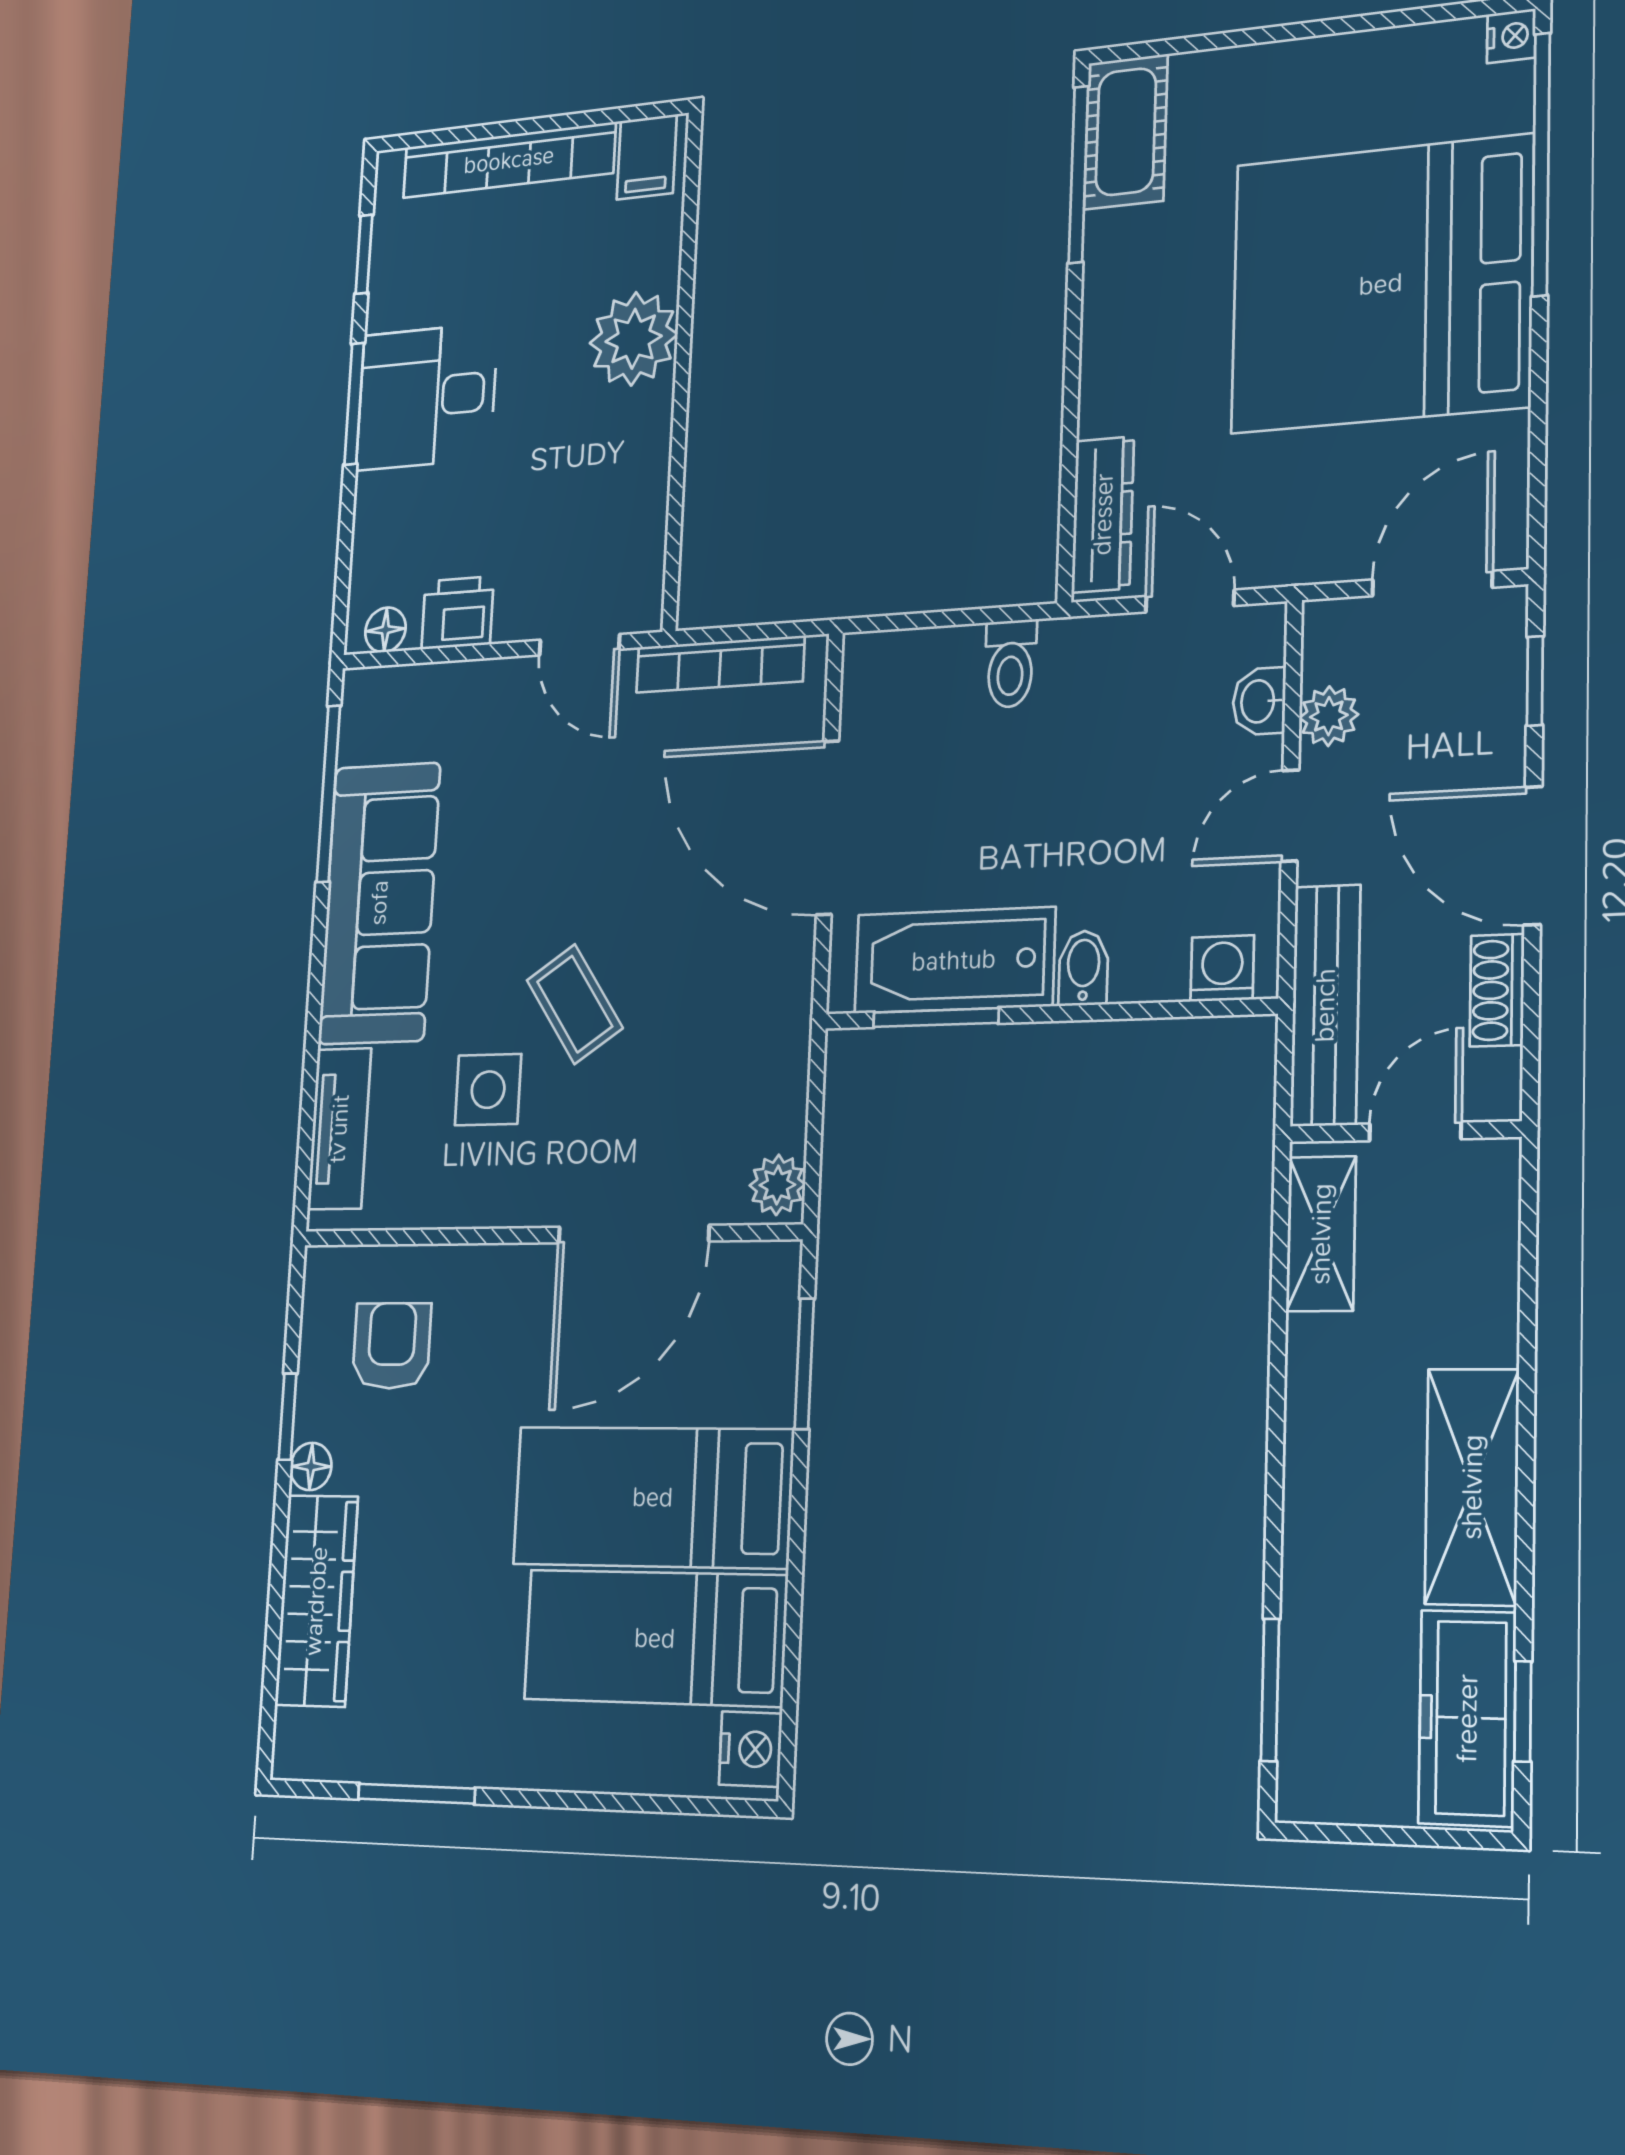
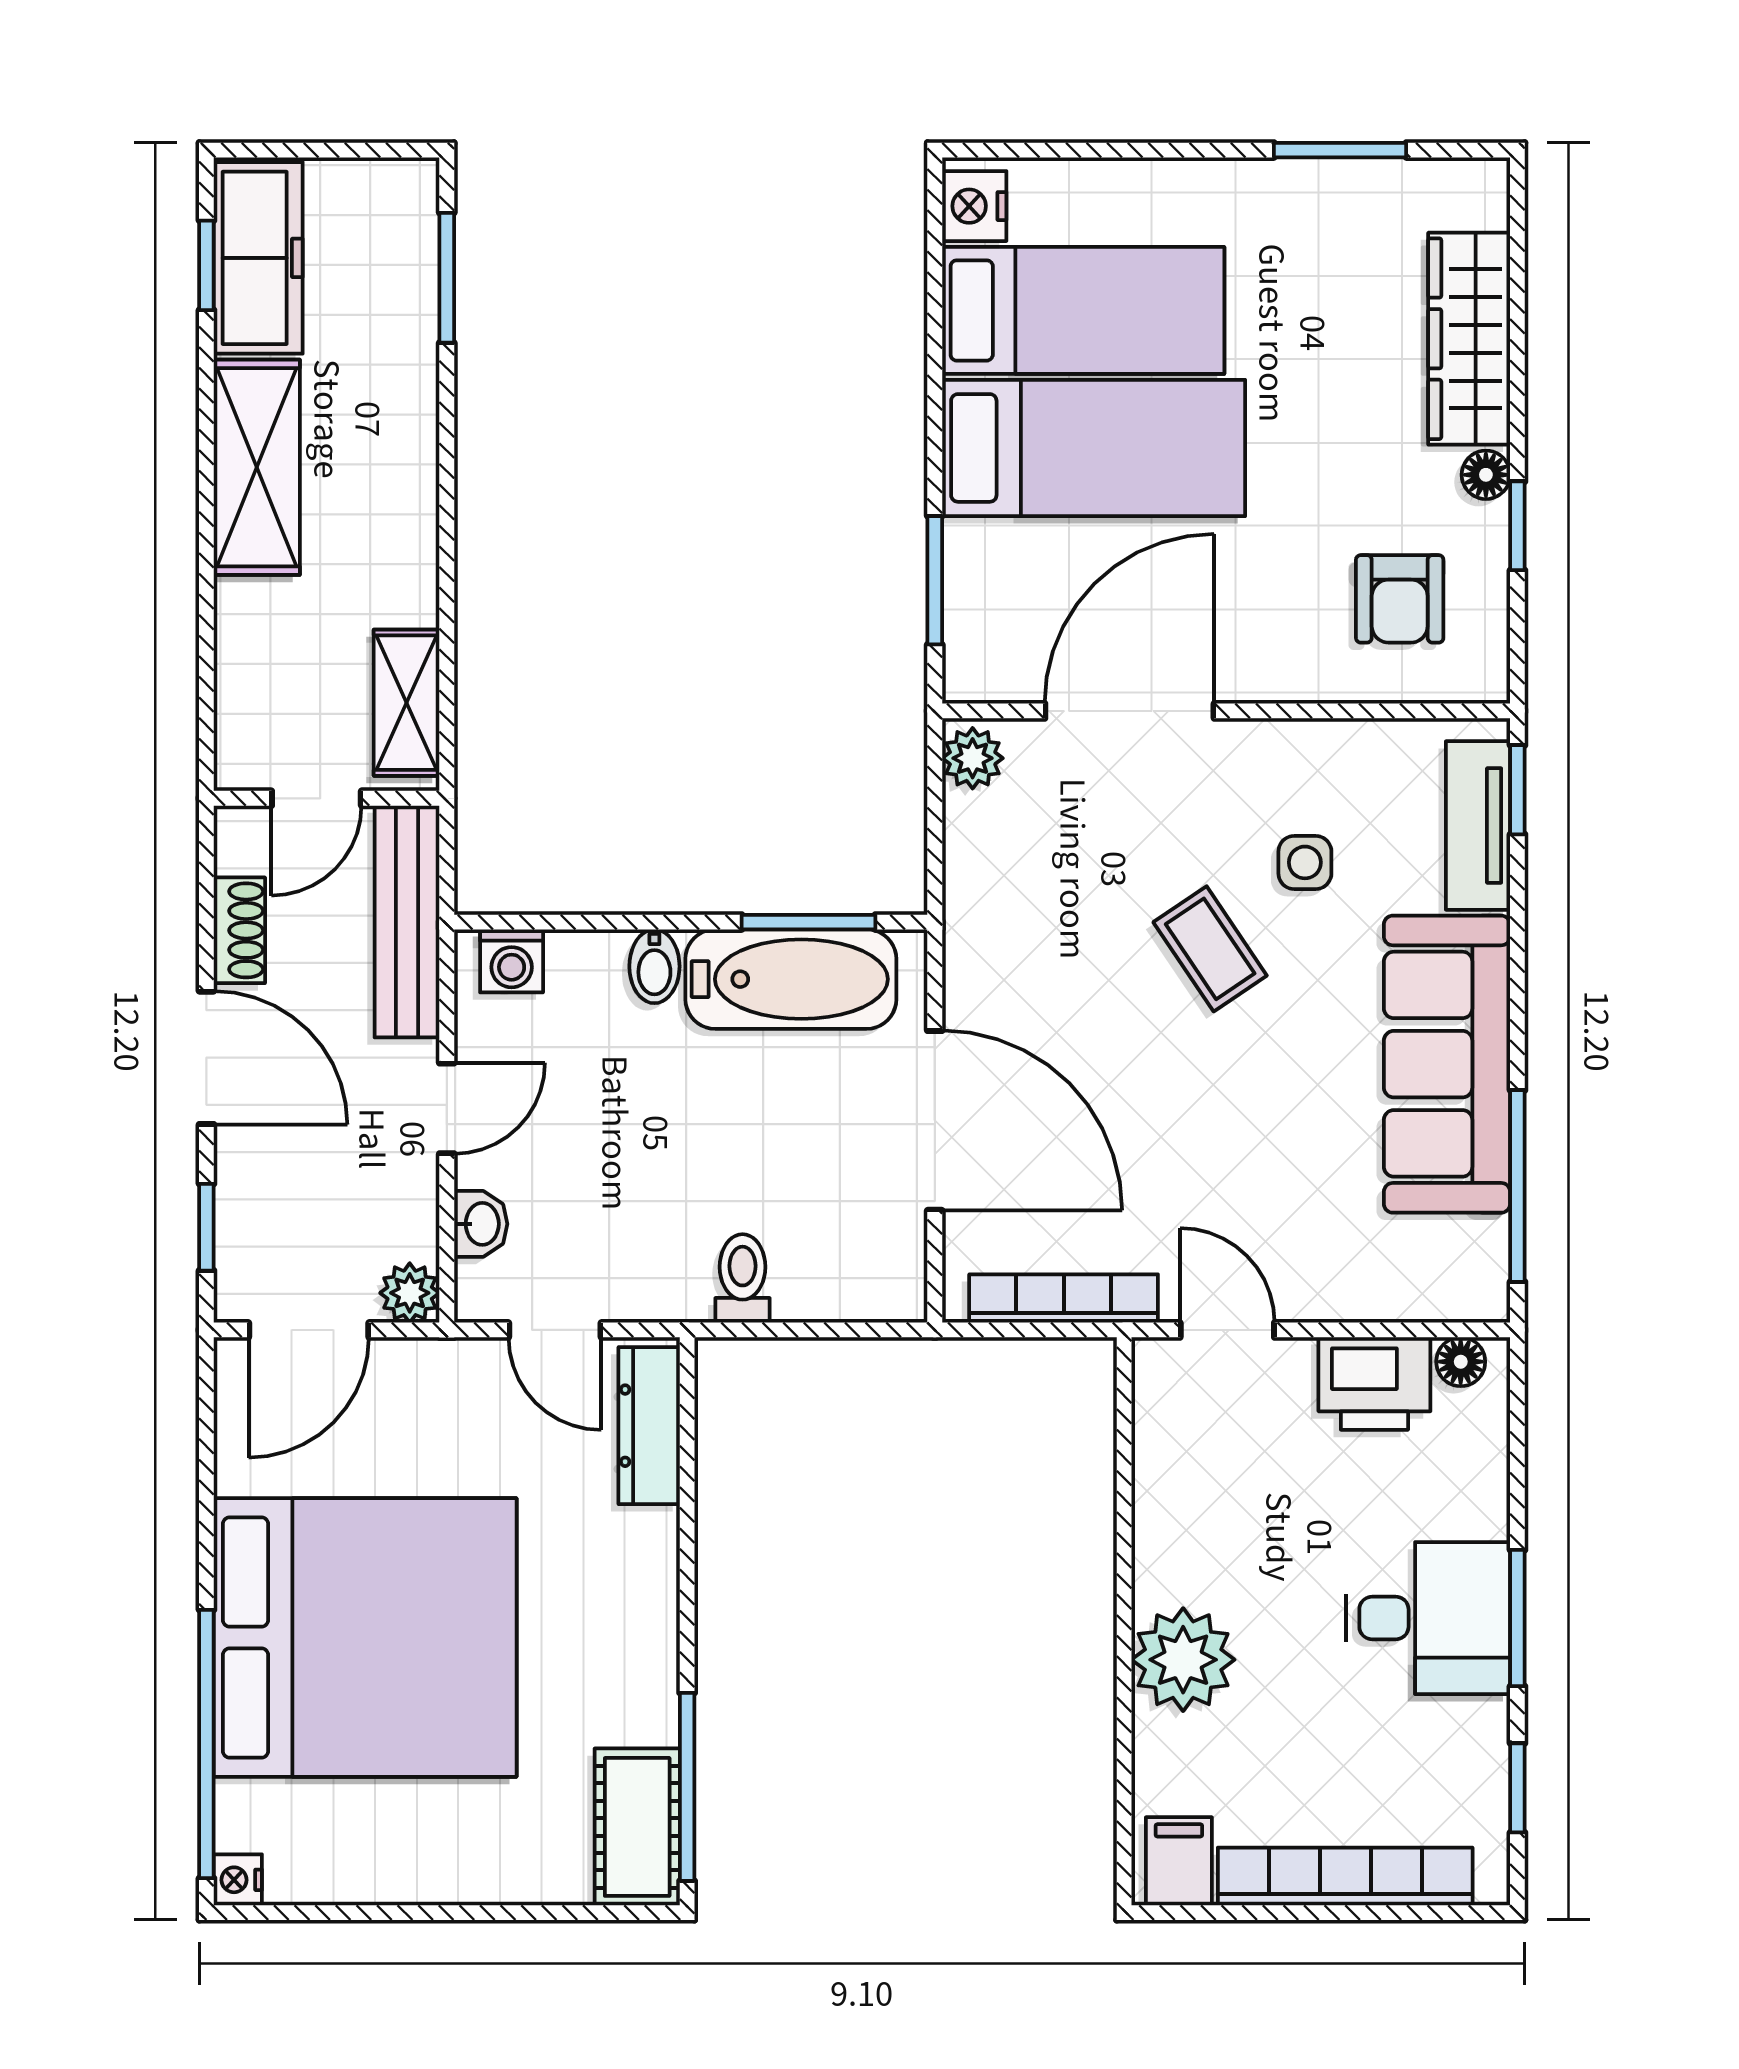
printer: (458, 613) -> (1374, 1384), width x1.36, depth x1.24
plant: (1329, 716) -> (410, 1293), moved
side table: (488, 1090) -> (1305, 862), width x0.73, depth x0.73
window: (304, 1163) -> (1517, 790), added

